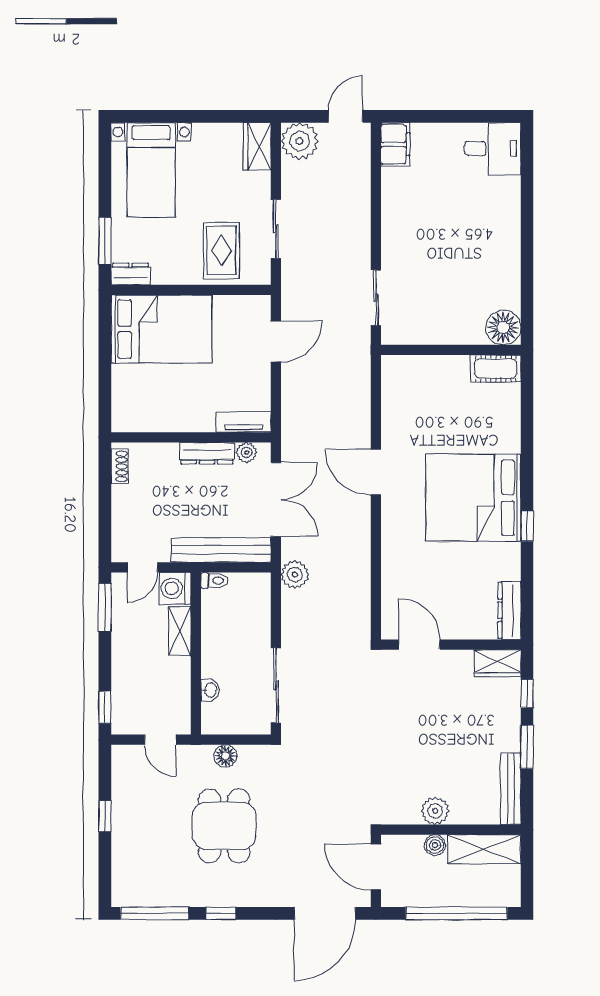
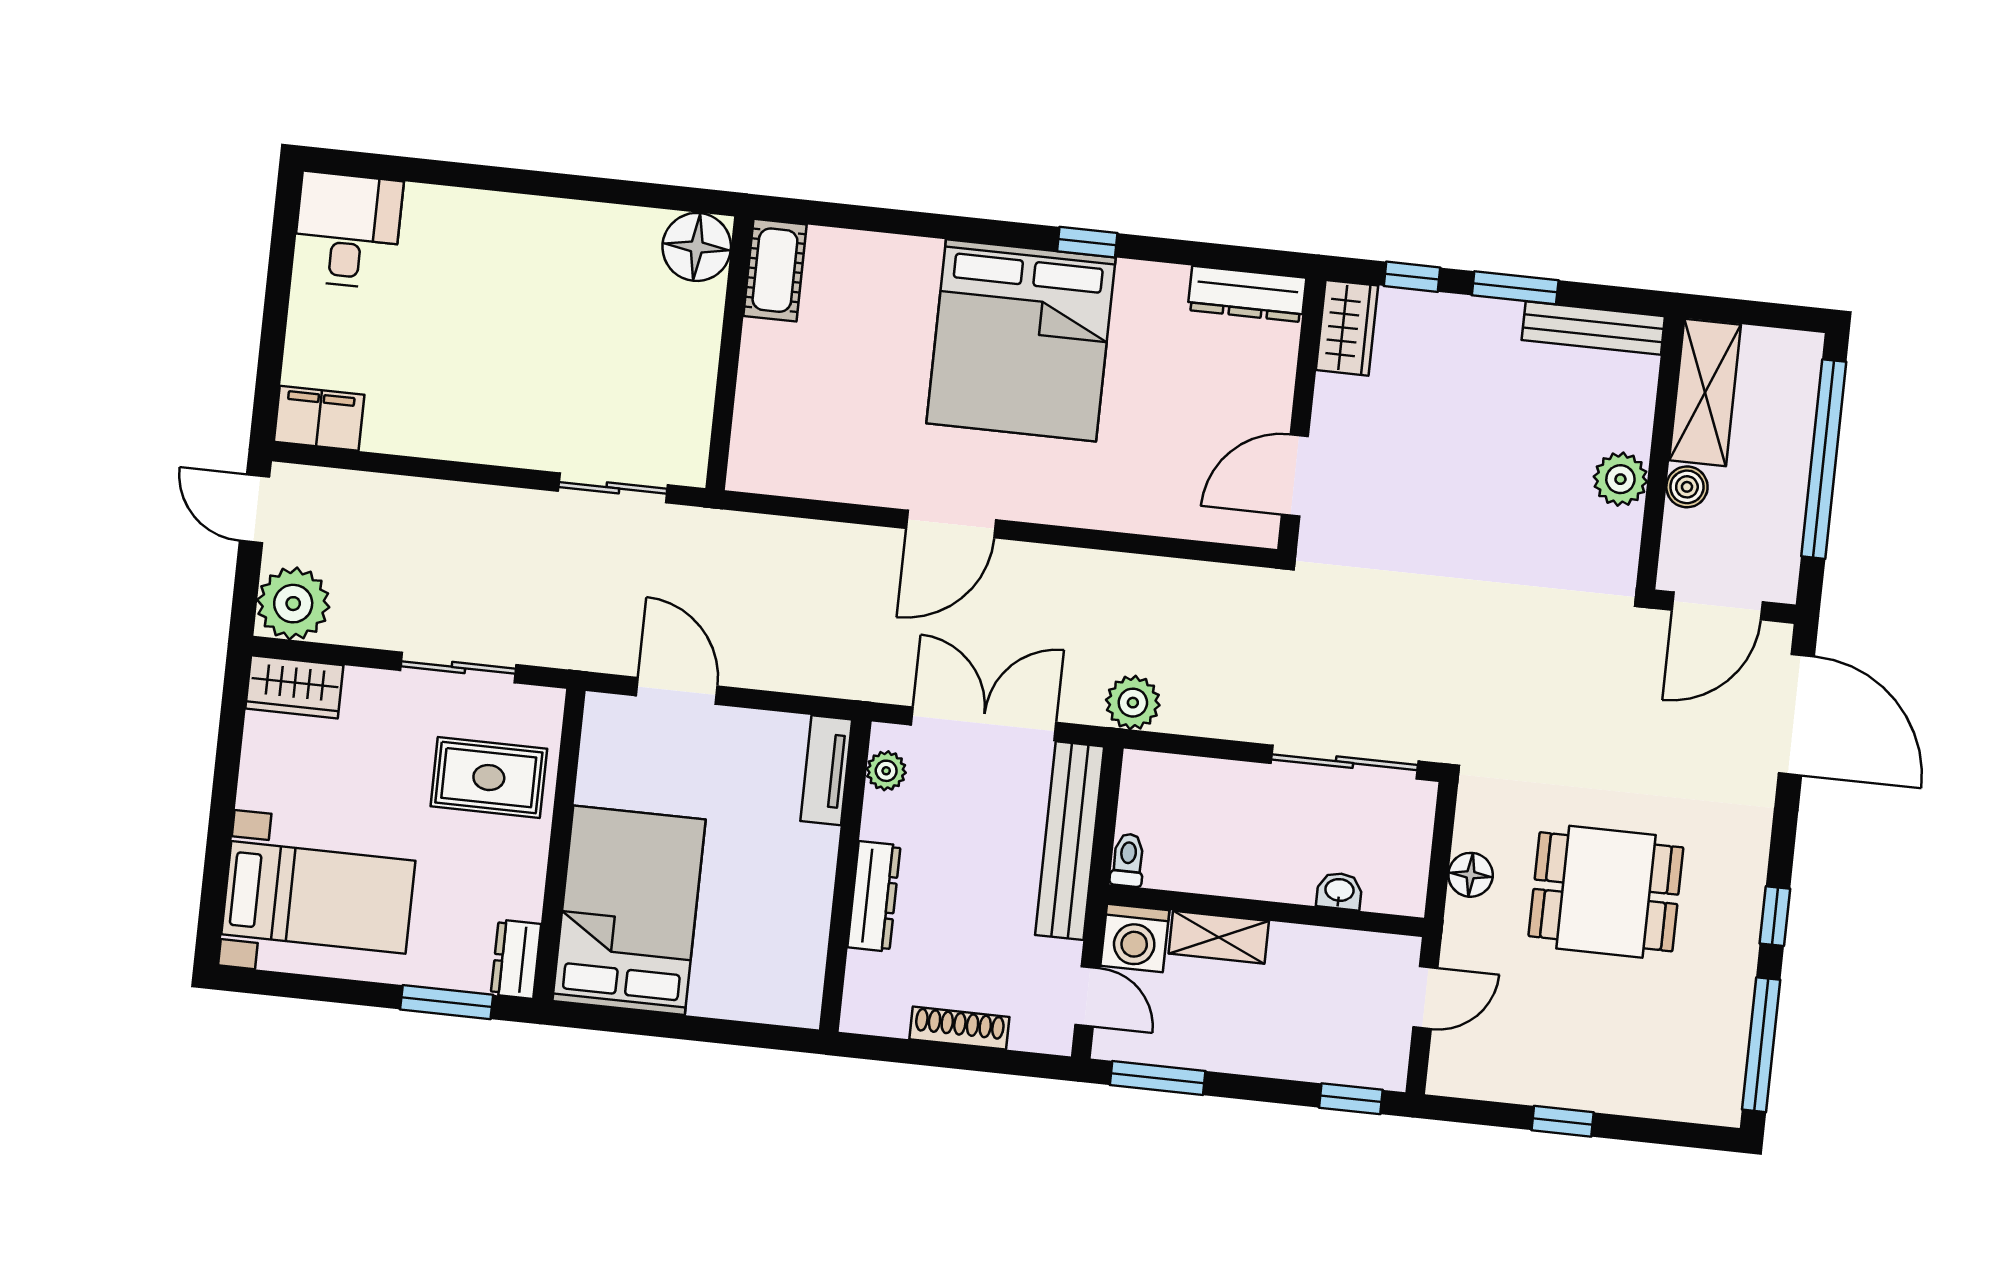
dresser: (207, 453) -> (874, 896), moved
shoe rack: (119, 466) -> (959, 1028), moved, width x1.43

